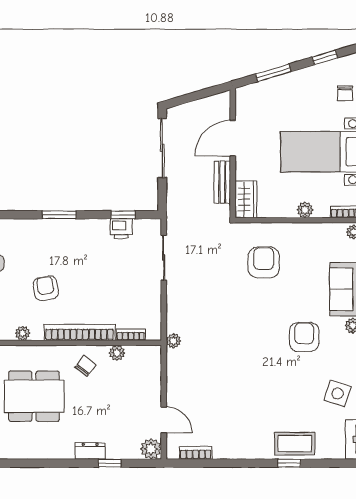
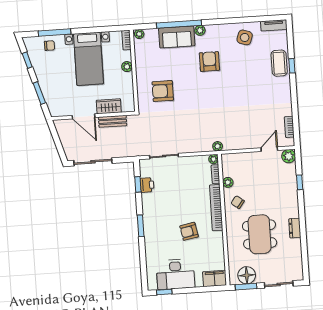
wardrobe: (246, 199) -> (109, 106), moved
plant: (23, 333) -> (213, 159), moved
armchair: (304, 337) -> (209, 62), turned 90
dresser: (90, 451) -> (295, 228), moved

